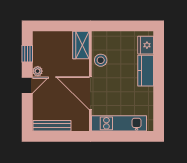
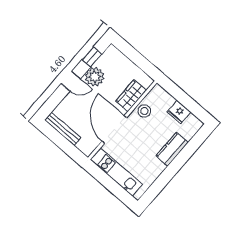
wardrobe: (81, 45) -> (131, 96), moved
fridge: (146, 45) -> (179, 112), moved, turned -90
plant: (38, 71) -> (95, 77), width x1.88, depth x1.88

